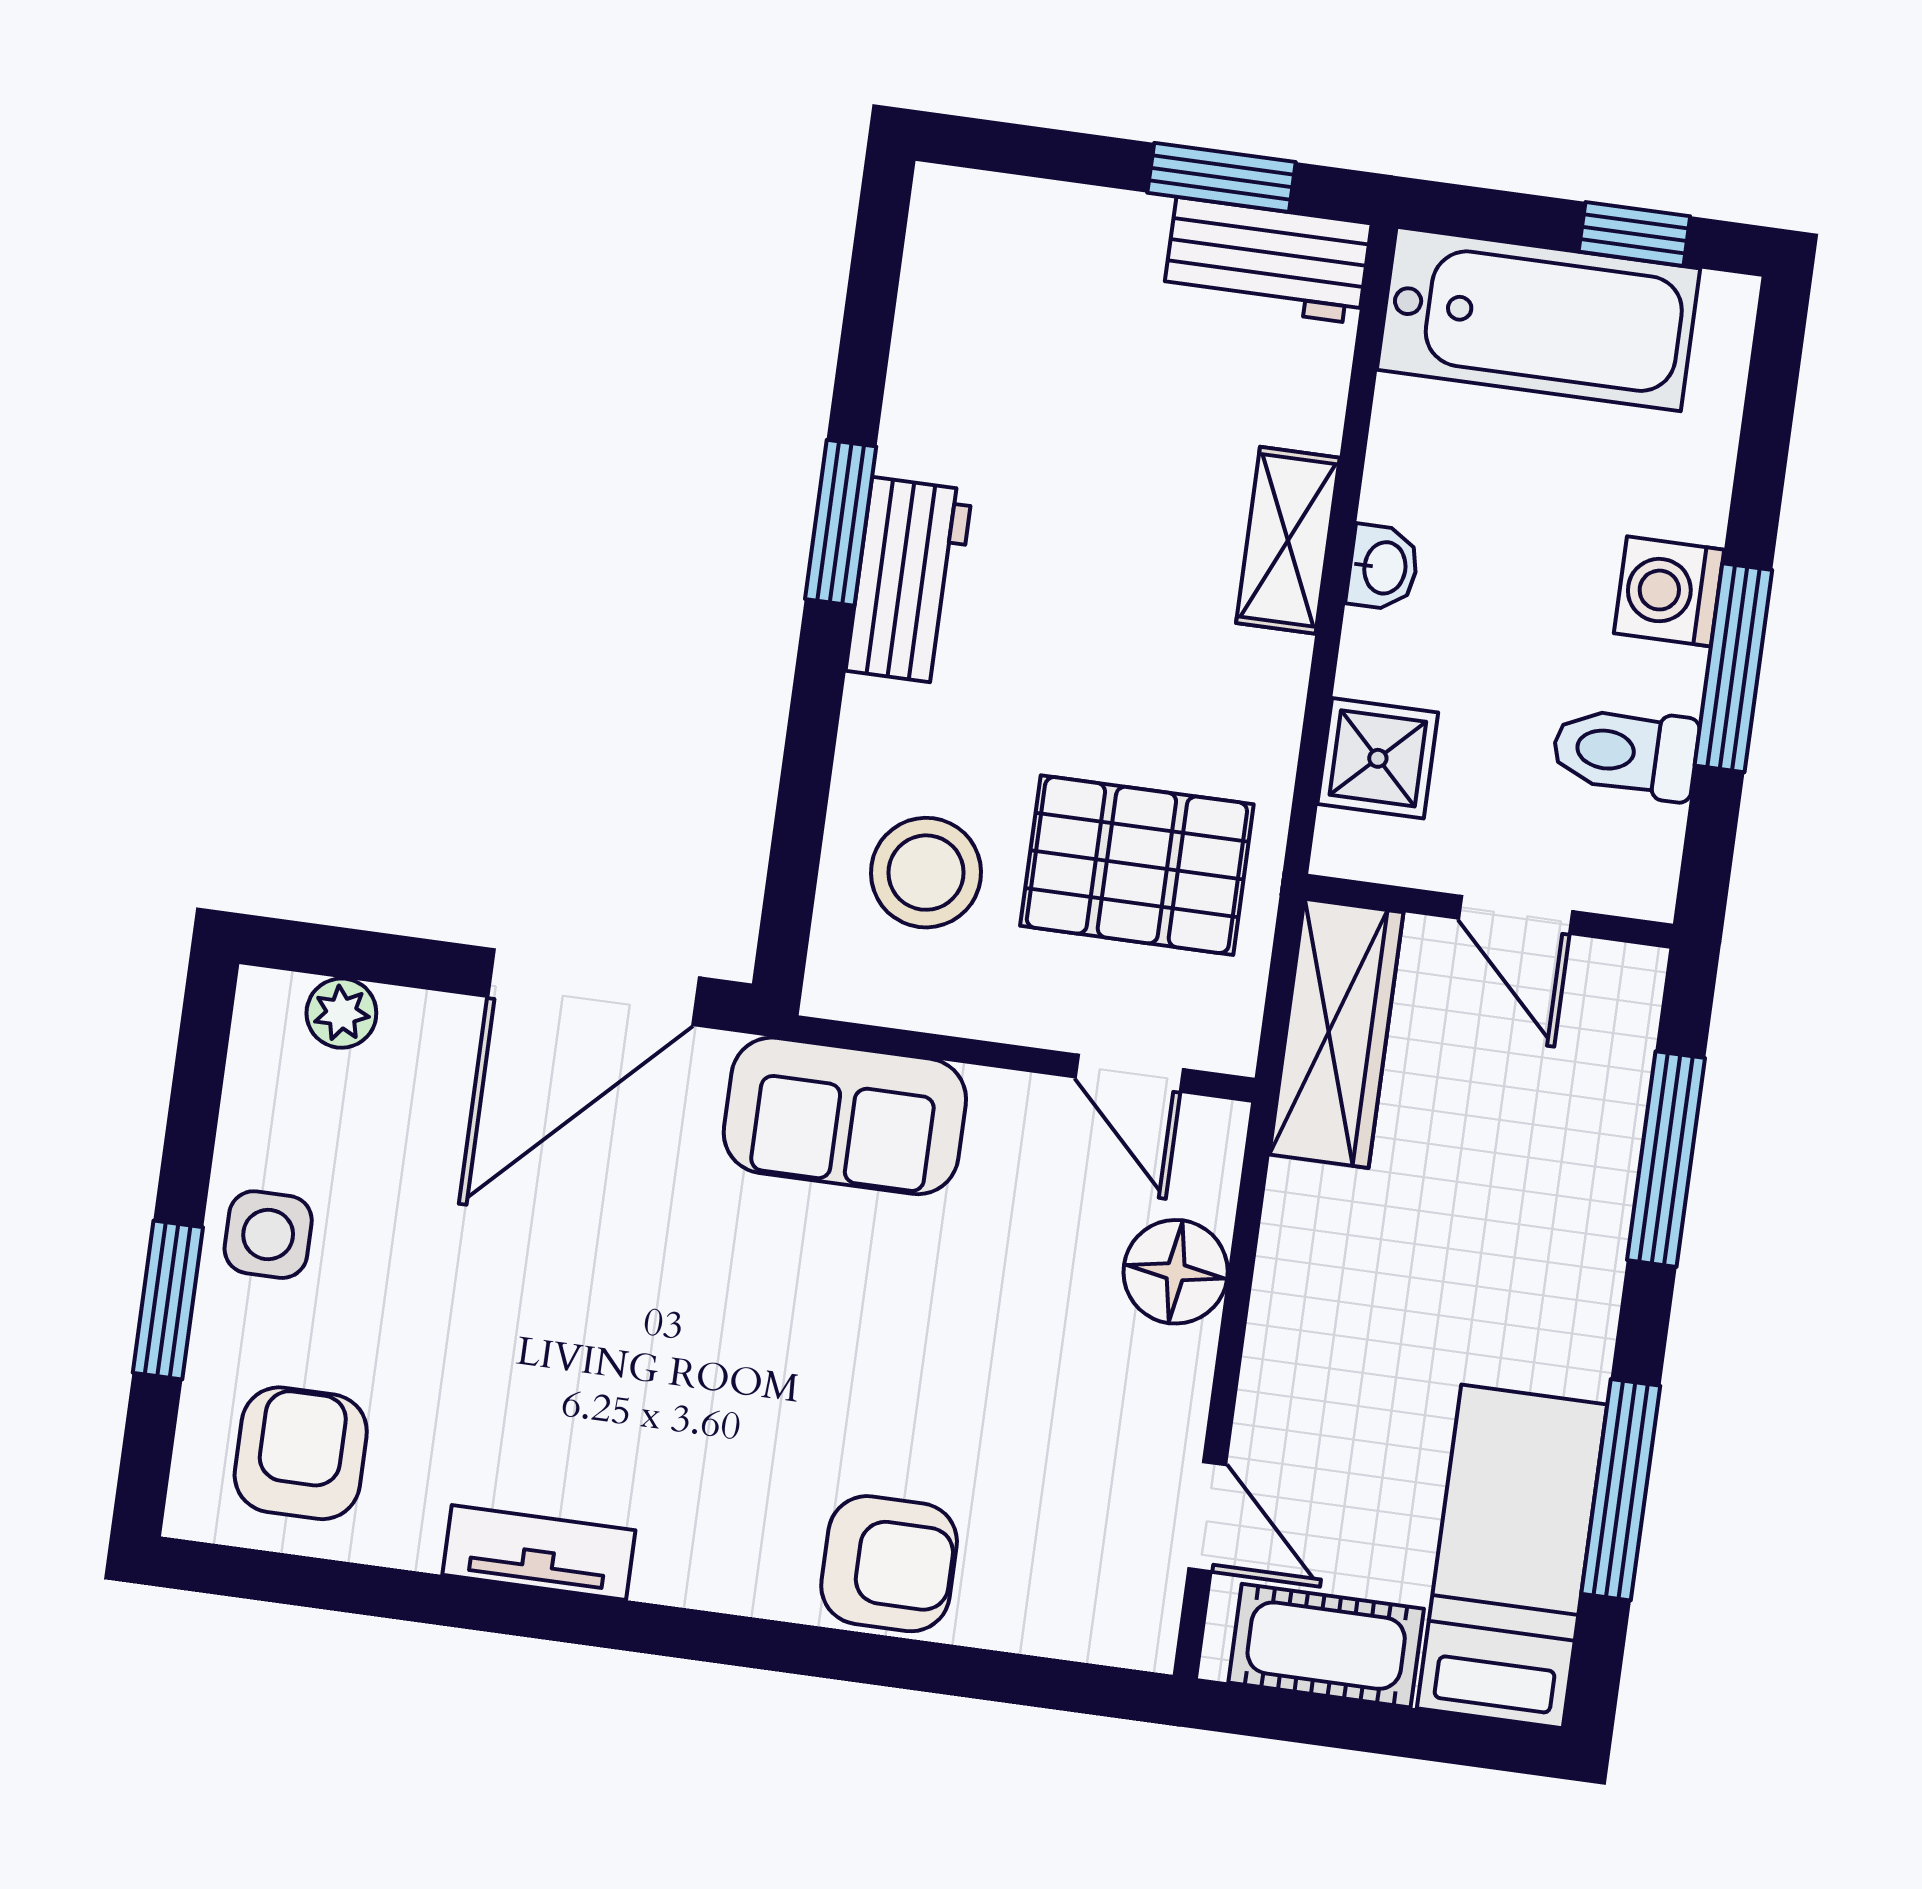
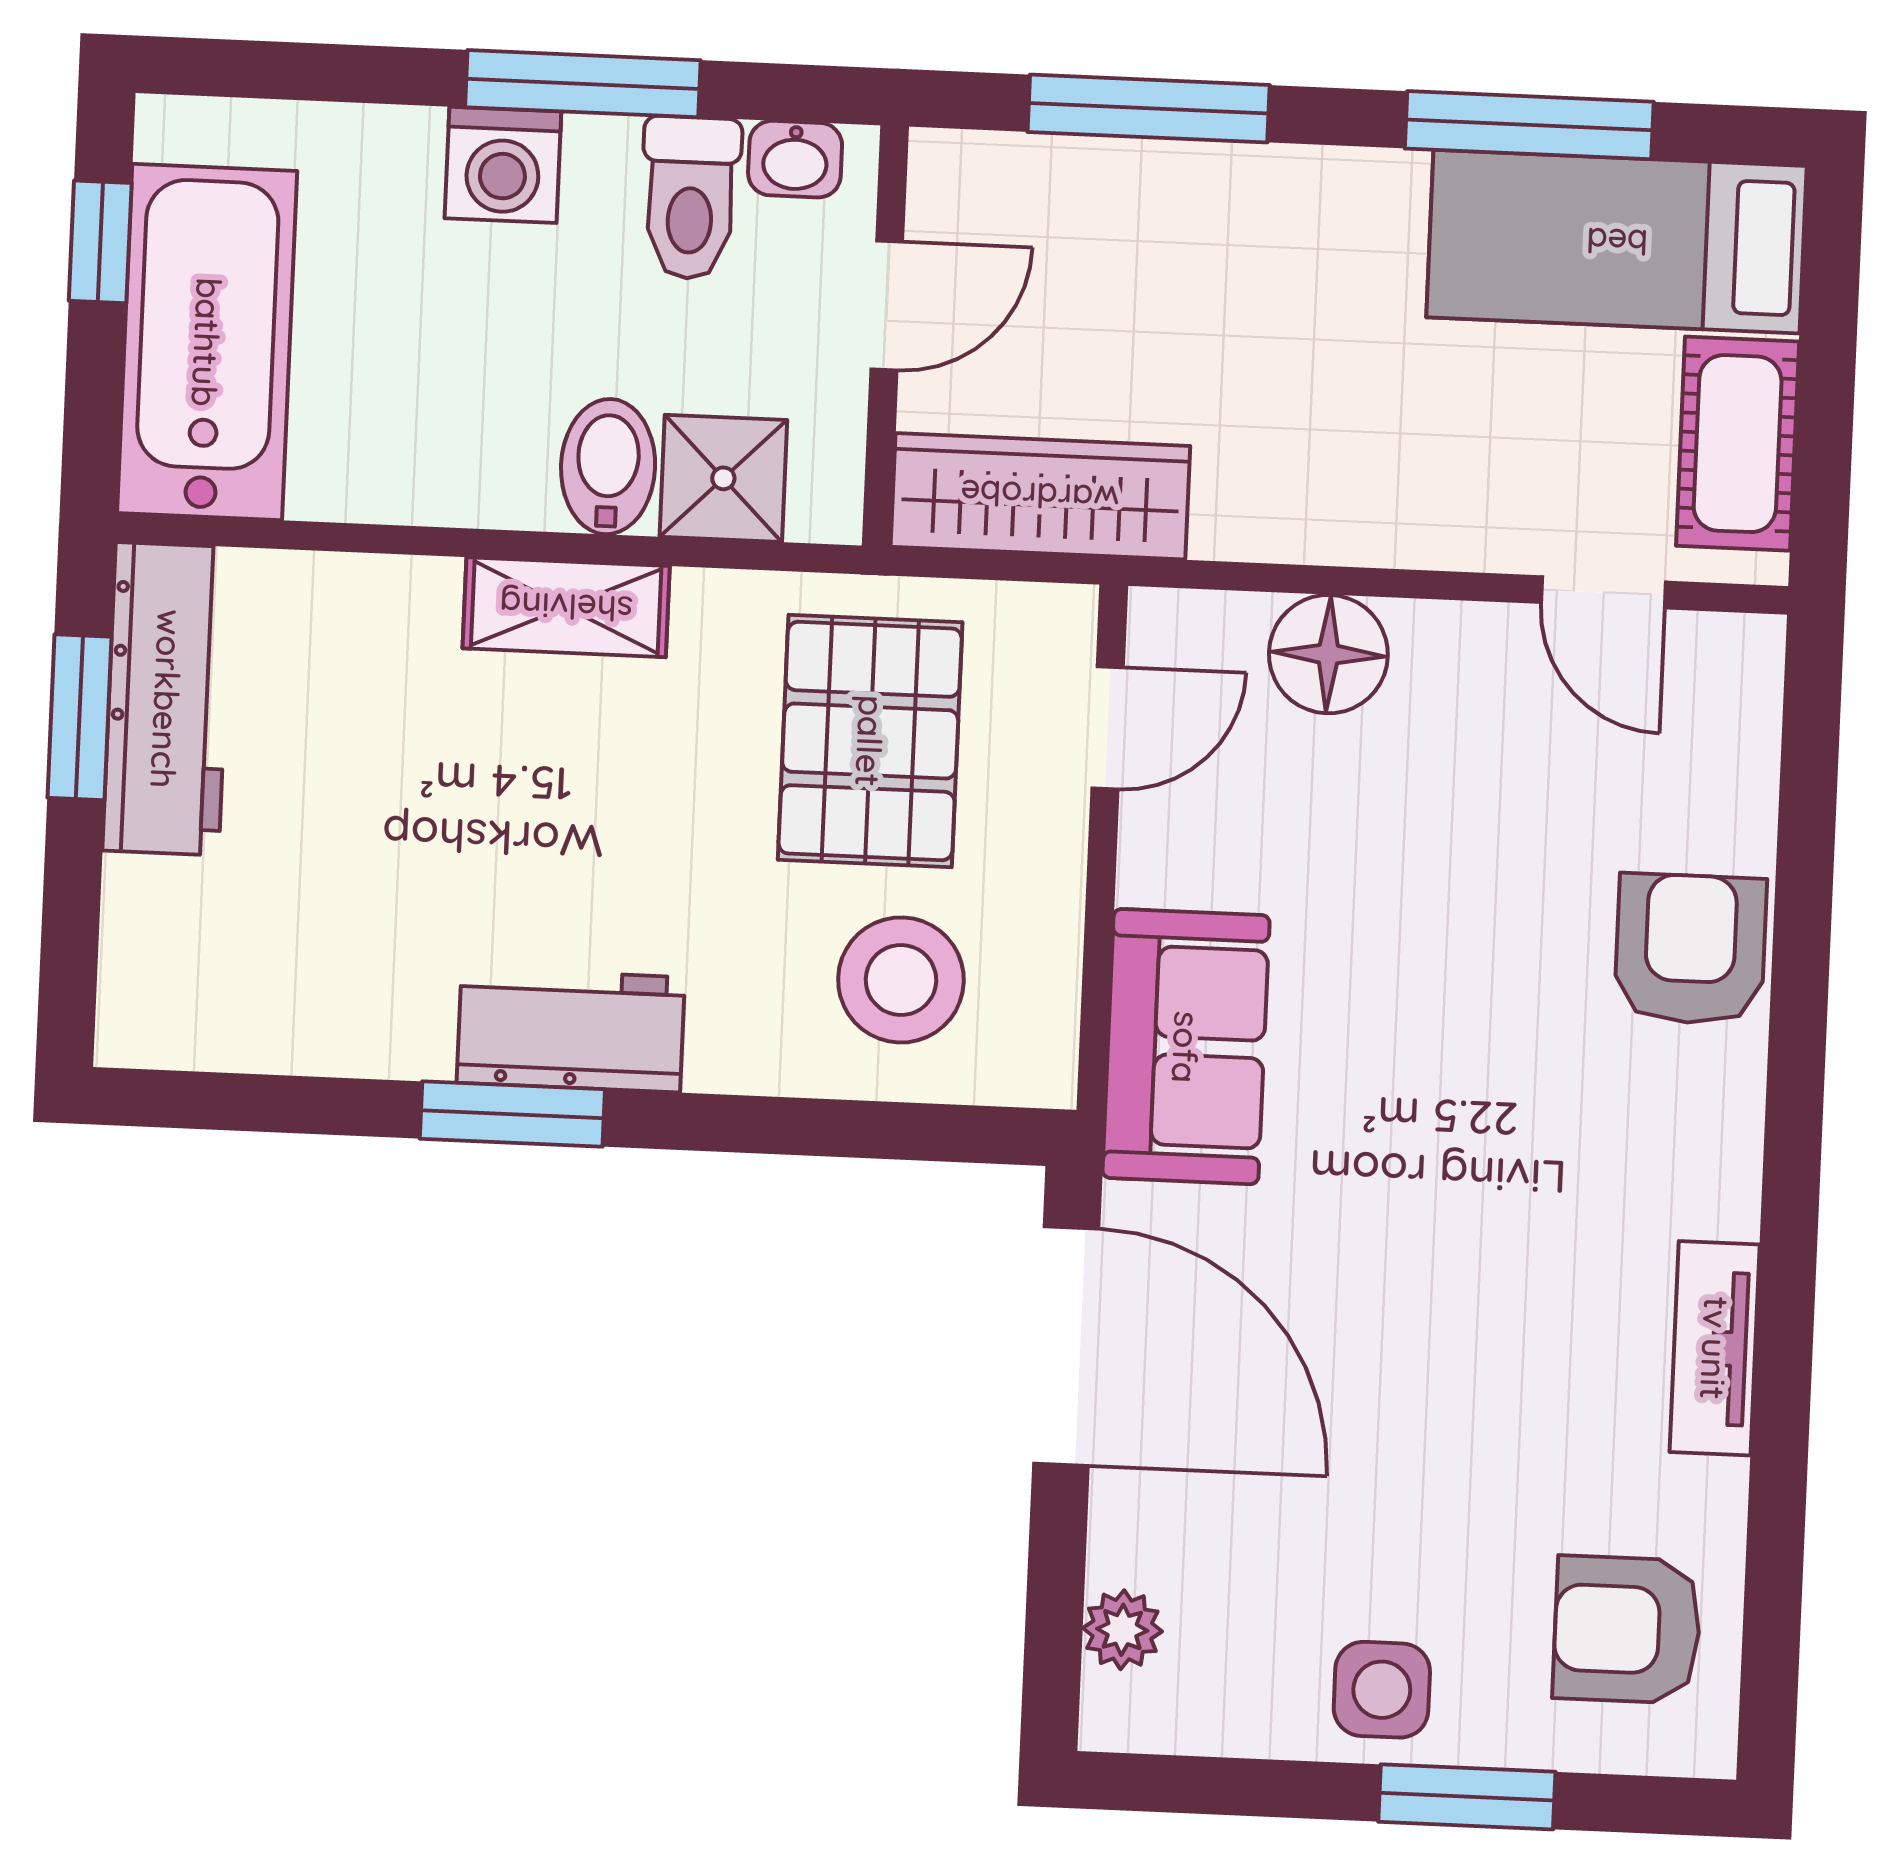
workbench: (1267, 260) -> (167, 699), width x1.38
shelving: (1288, 540) -> (566, 607), moved
washbasin: (1383, 568) -> (795, 159), moved, turned 180
bidet: (1397, 659) -> (608, 467), added
door: (1207, 1517) -> (1603, 592), swing flipped

